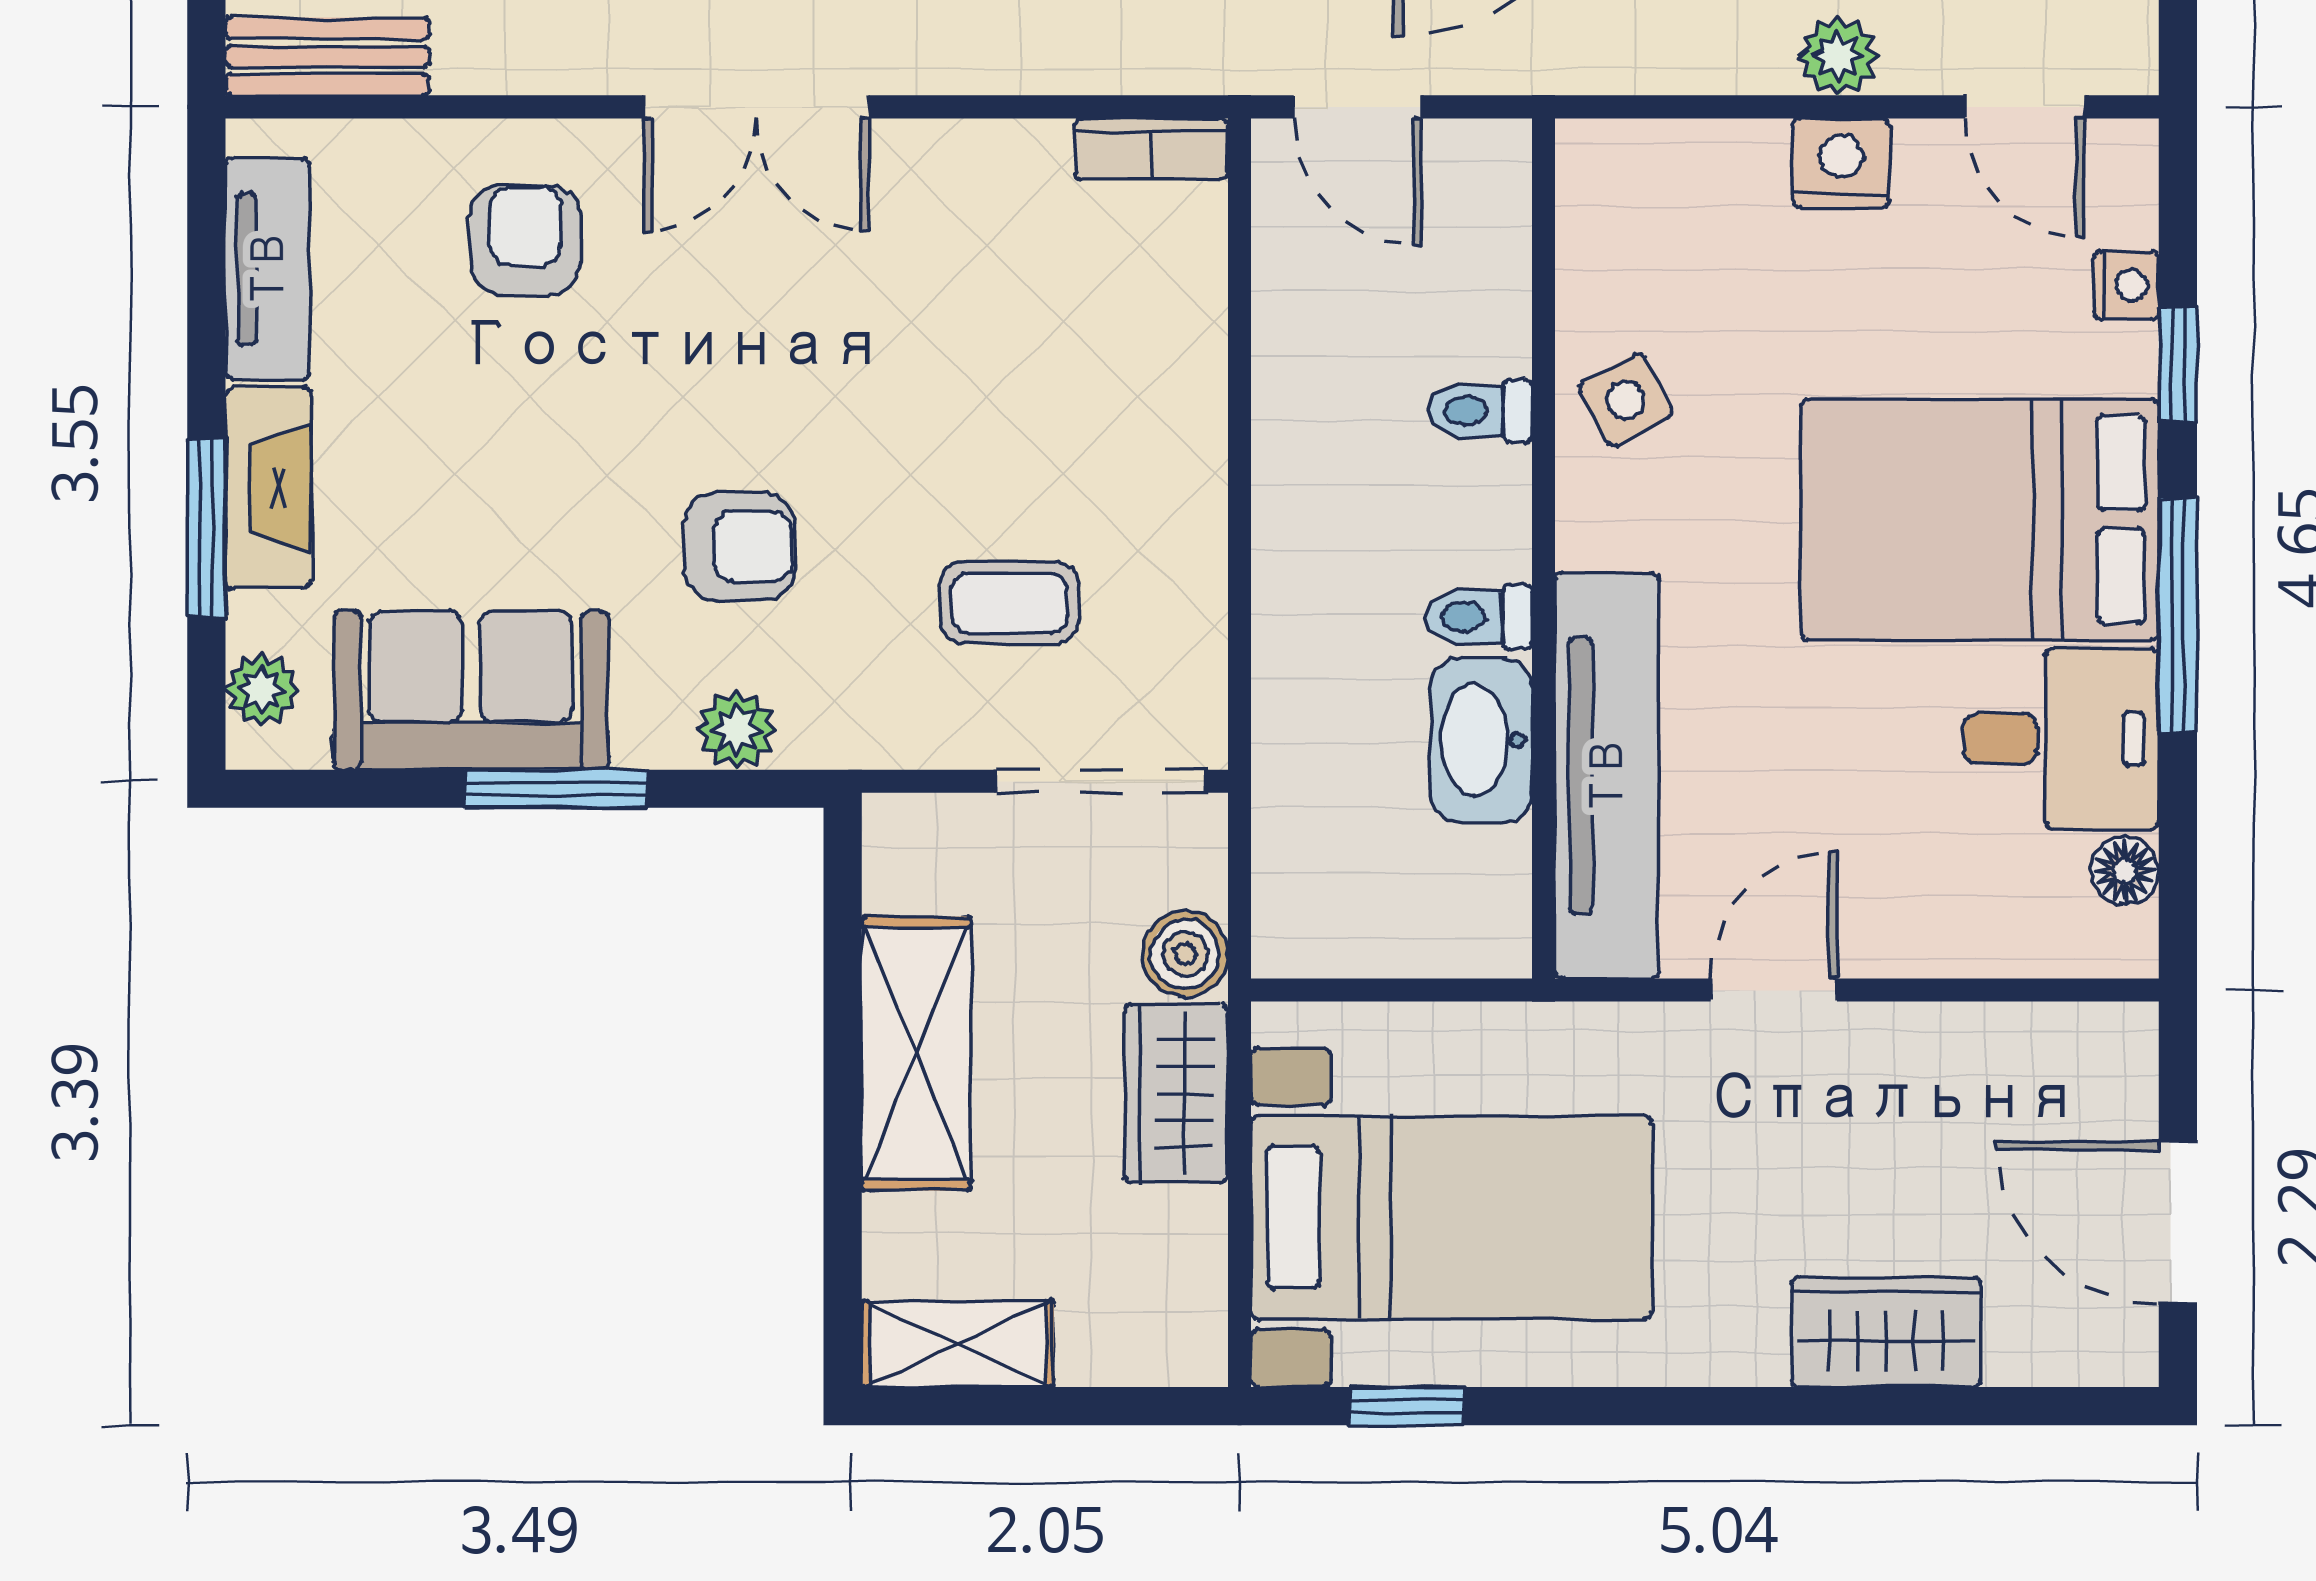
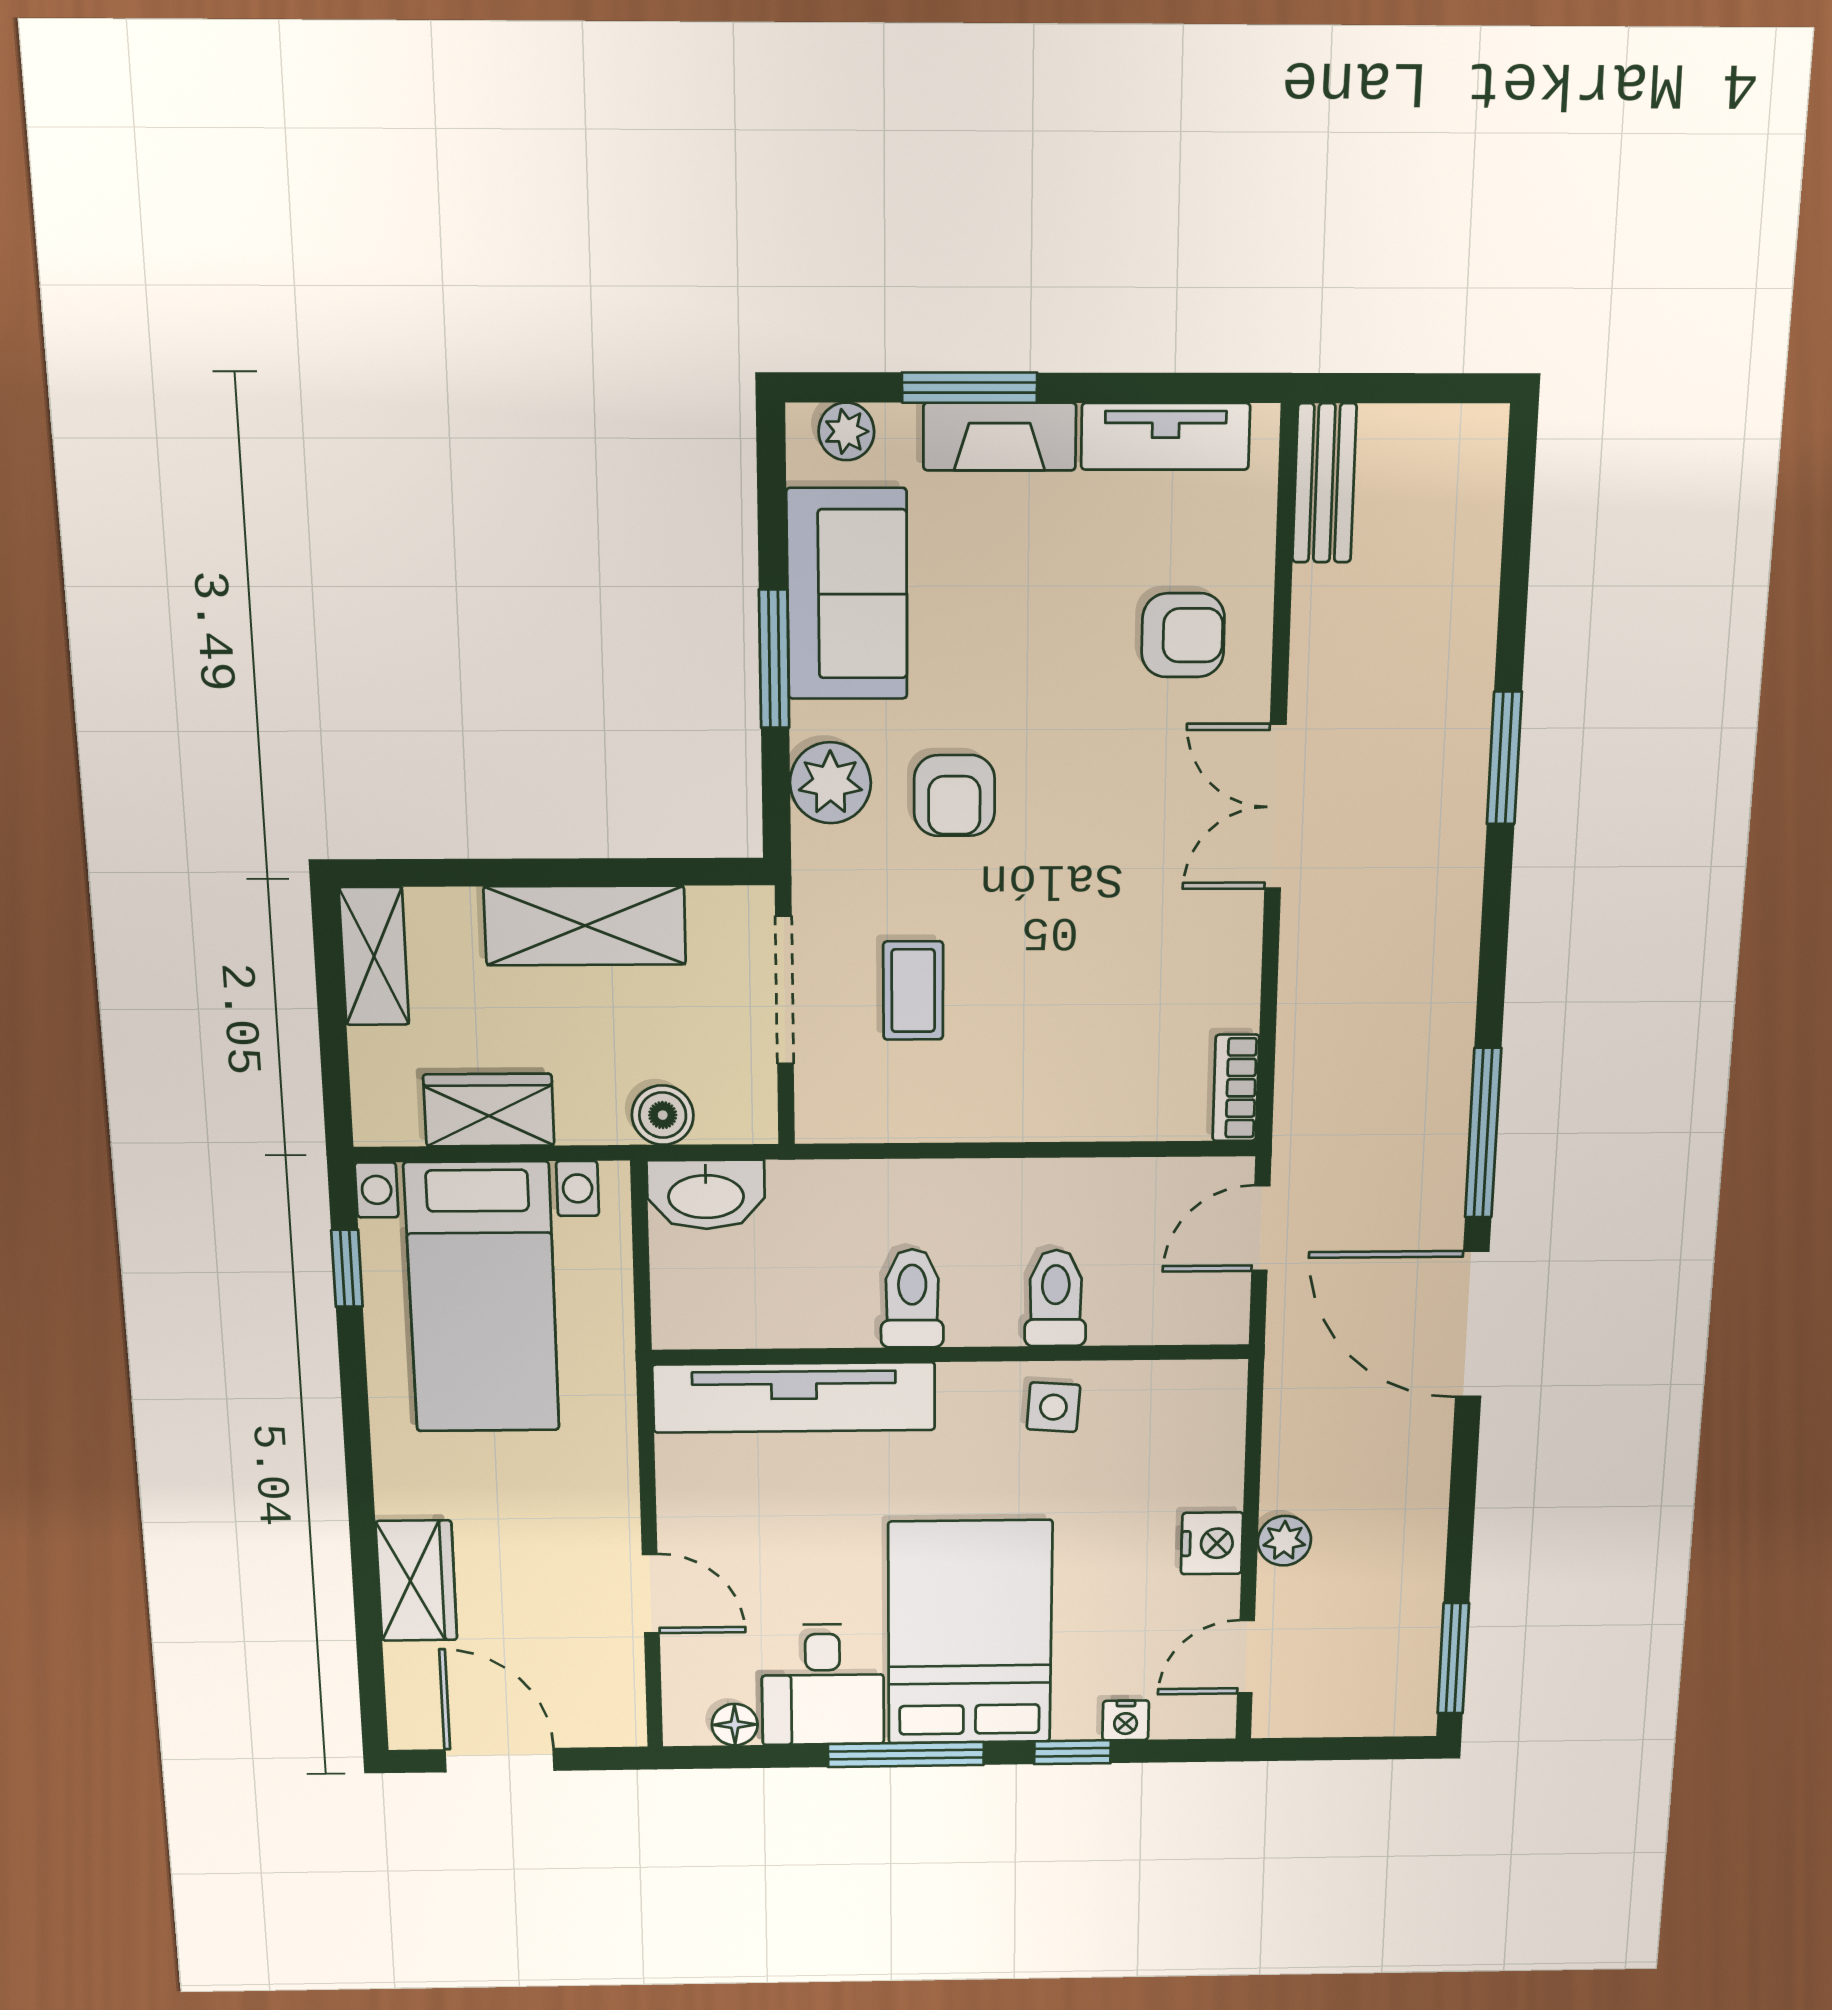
side table: (1626, 400) -> (1053, 1407), turned 32
toilet: (1480, 411) -> (1056, 1298), width x1.37, depth x1.39
toilet: (1479, 617) -> (912, 1298), width x1.37, depth x1.39
plant: (737, 730) -> (830, 783), width x1.38, depth x1.38
washbasin: (1481, 740) -> (706, 1195), moved, turned 180
doorway: (1101, 781) -> (784, 990), moved
door: (1774, 990) -> (651, 1594), moved
wardrobe: (1176, 1094) -> (489, 1110), moved
door: (2178, 1223) -> (500, 1760), hinge flipped

